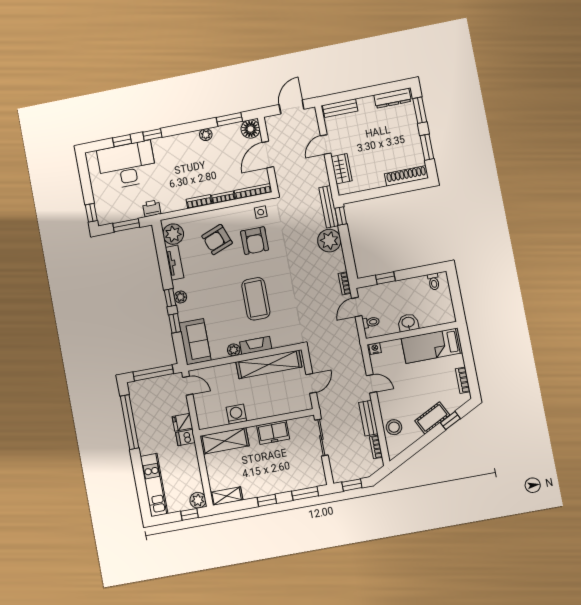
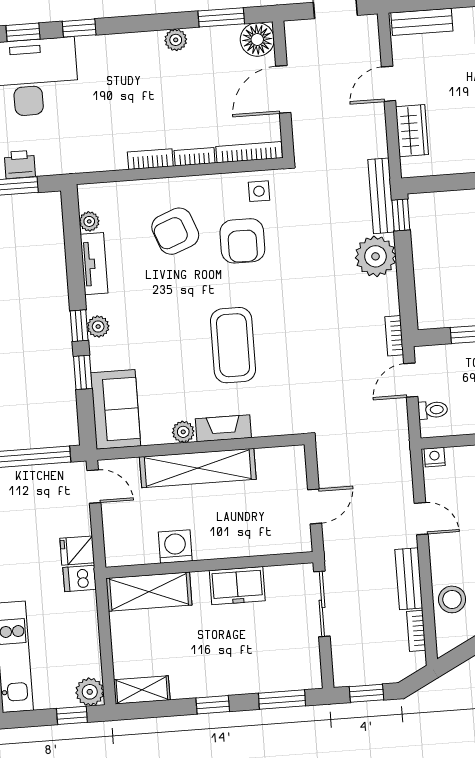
printer: (152, 208) -> (20, 164), moved
plant: (173, 234) -> (89, 221), width x0.53, depth x0.53
shelving: (269, 364) -> (198, 468), moved

